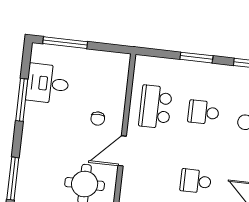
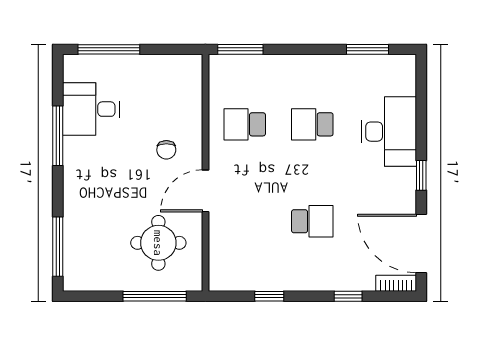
window: (196, 58) -> (240, 49), moved
school desk: (155, 107) -> (245, 124), width x0.54
school desk: (196, 181) -> (312, 221), turned 180

